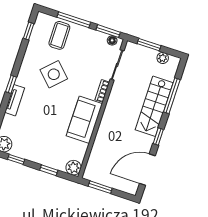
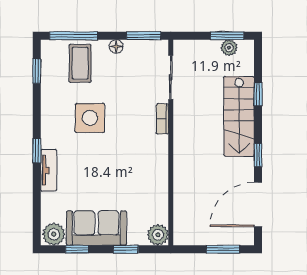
window: (74, 20) -> (74, 36), moved
floor lamp: (112, 40) -> (116, 46), moved
window: (149, 45) -> (227, 36), moved
side table: (54, 74) -> (90, 118), turned 45
window: (172, 96) -> (258, 94), width x0.46
sofa: (84, 120) -> (96, 228), moved, turned 90
window: (100, 187) -> (223, 249), moved

